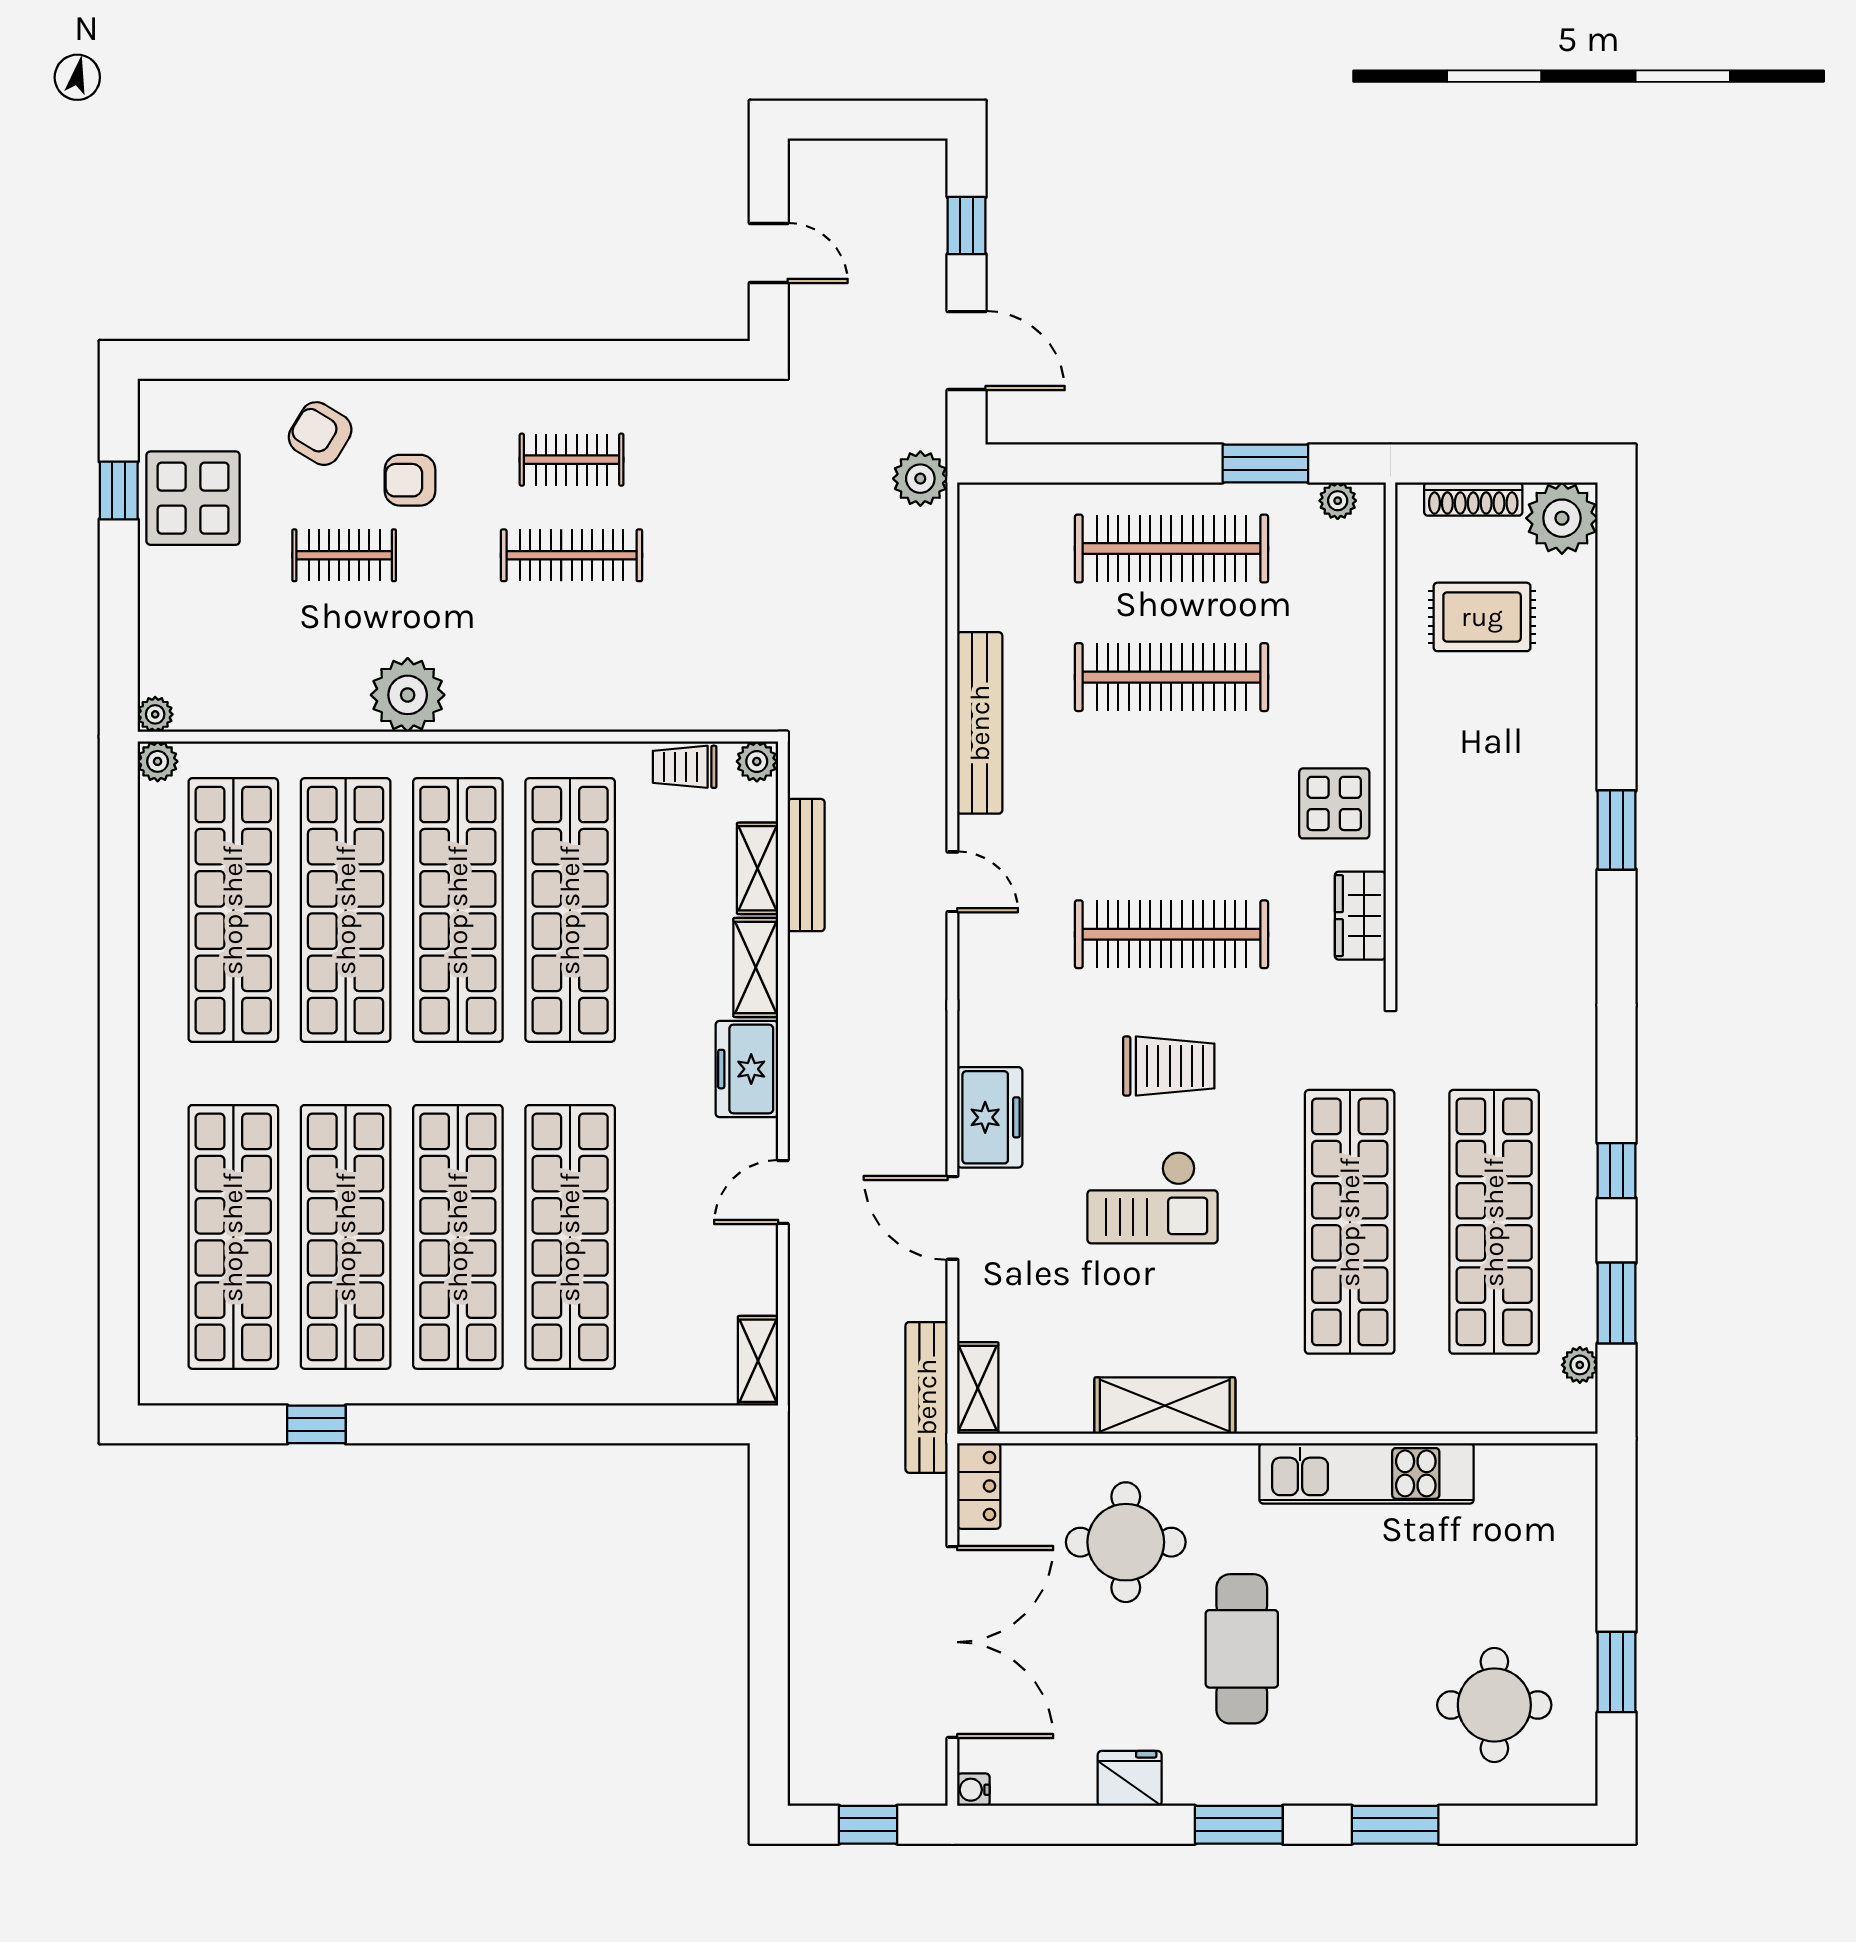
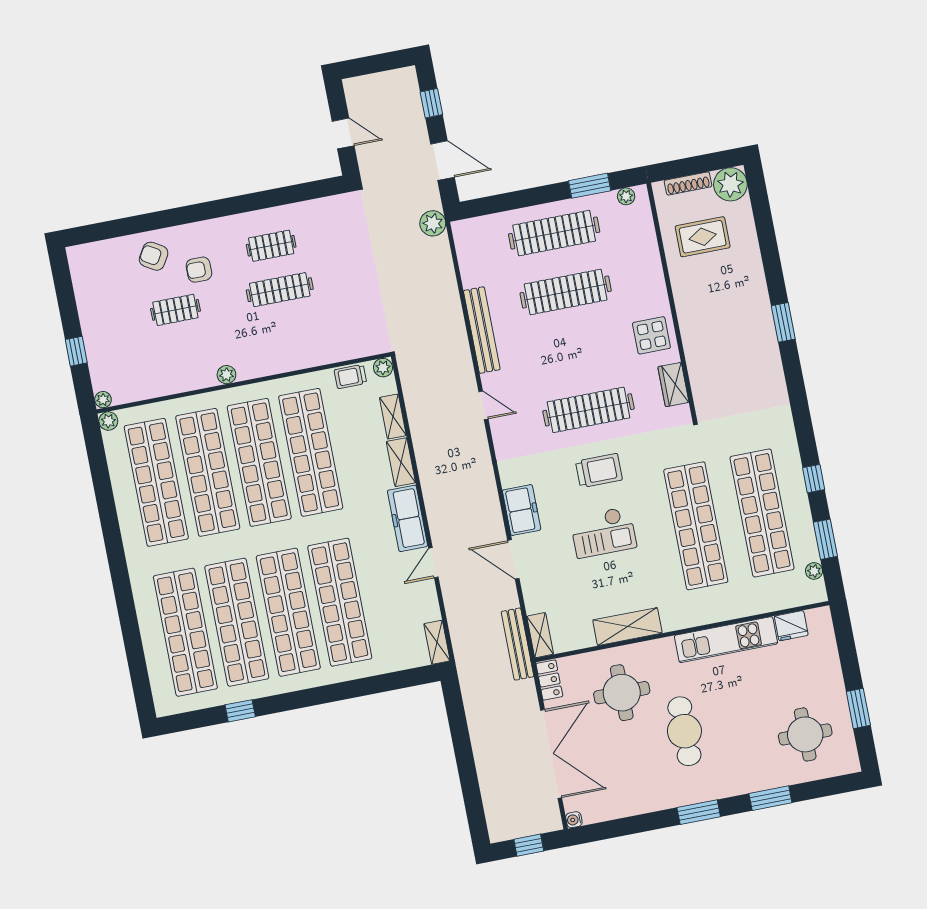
window: (119, 490) -> (76, 351), moved
display table: (193, 498) -> (101, 297), removed
plant: (408, 695) -> (226, 375), width x0.53, depth x0.53
bench: (806, 865) -> (415, 411), removed
freezer: (747, 1069) -> (408, 518), width x1.40
fridge: (1130, 1778) -> (791, 626), moved, turned 180

